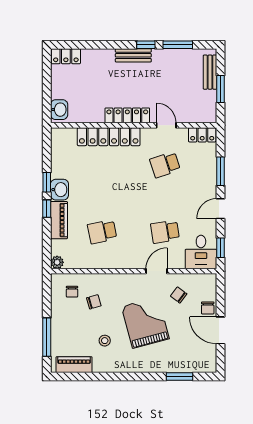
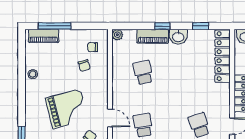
locker: (109, 137) -> (223, 56), moved
window: (47, 182) -> (201, 26), moved
stool: (105, 341) -> (33, 74), moved
piano: (74, 365) -> (44, 36), moved, turned 90

